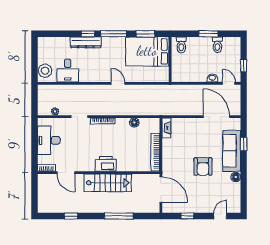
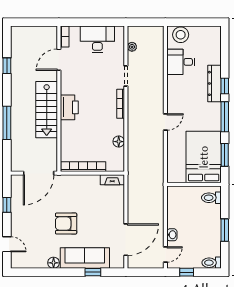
toilet: (217, 45) -> (212, 263), moved

